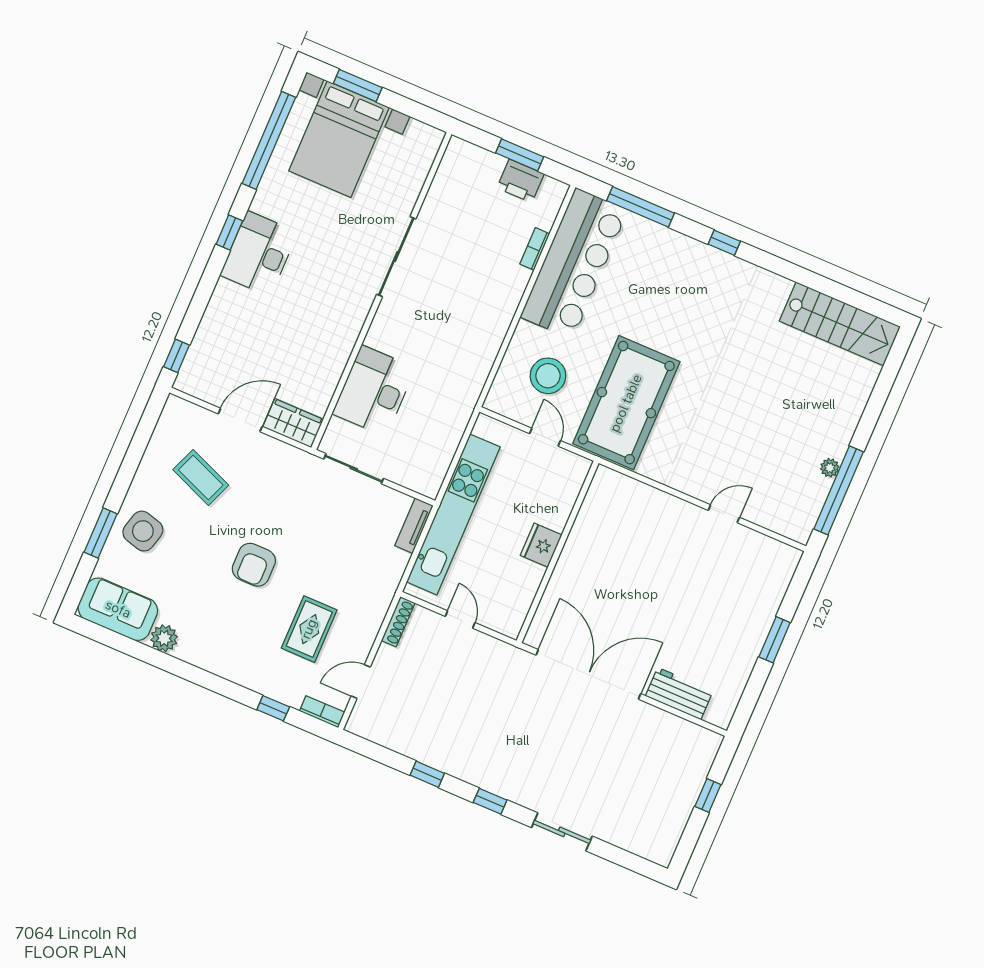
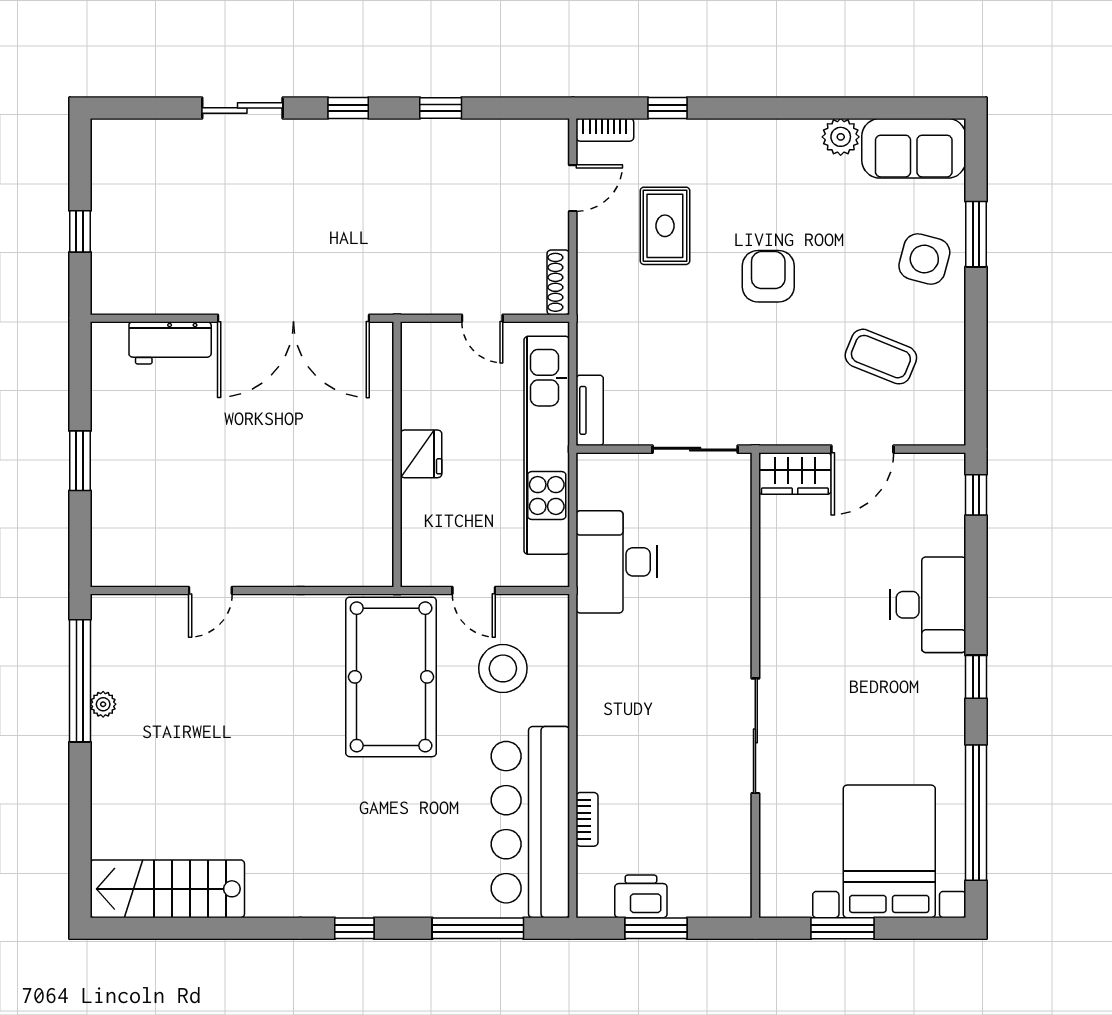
window: (358, 86) -> (842, 928), moved
desk: (259, 254) -> (928, 605), moved
desk: (374, 391) -> (616, 562), moved, turned 180

